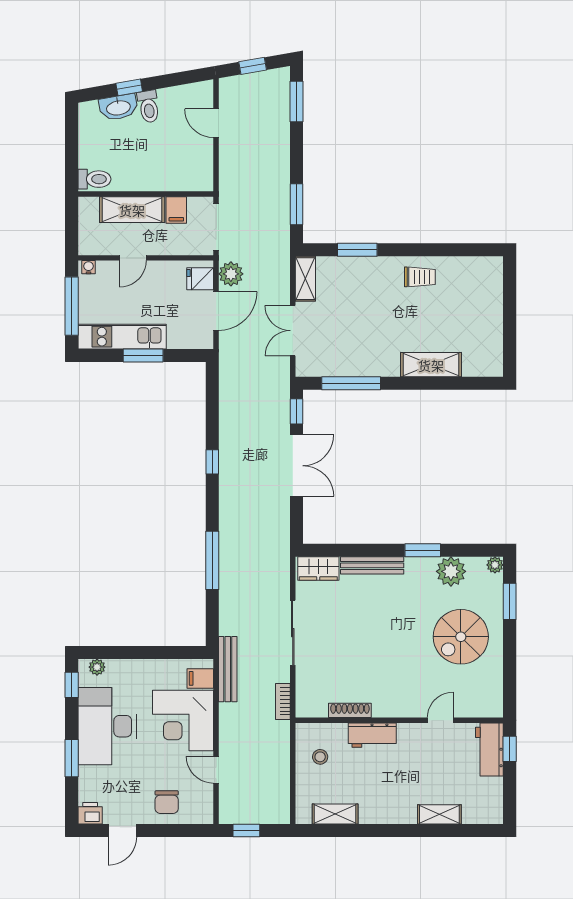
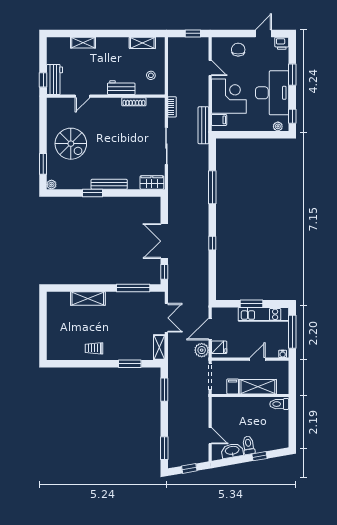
washbasin: (118, 107) -> (232, 451), moved
bench: (372, 565) -> (109, 184), moved
plant: (451, 571) -> (76, 181), removed
spiral stairs: (461, 637) -> (71, 144), turned 90

